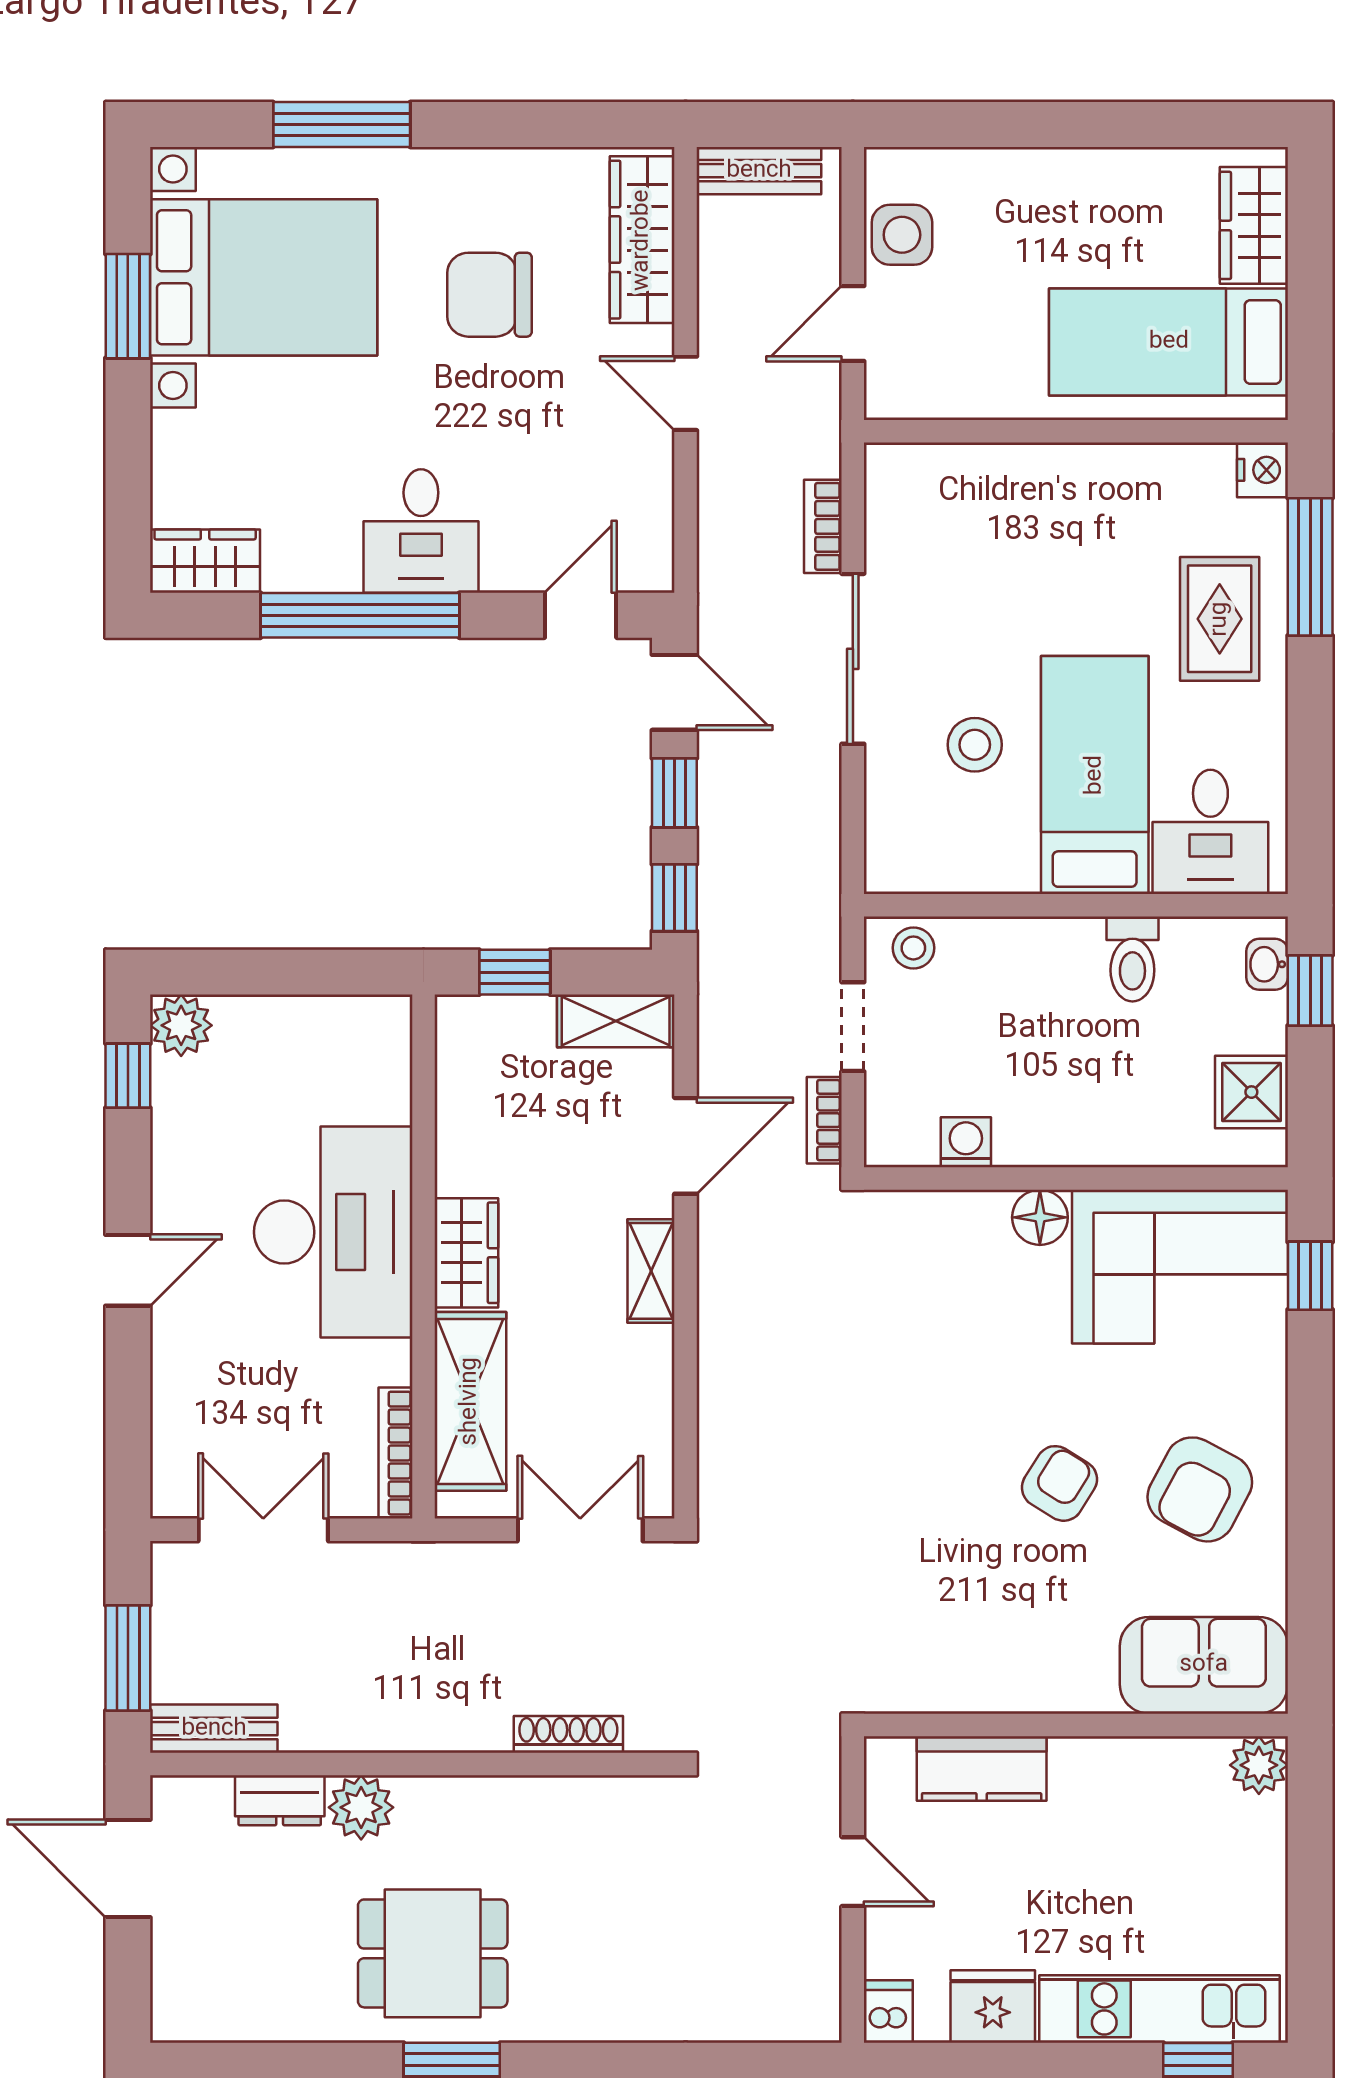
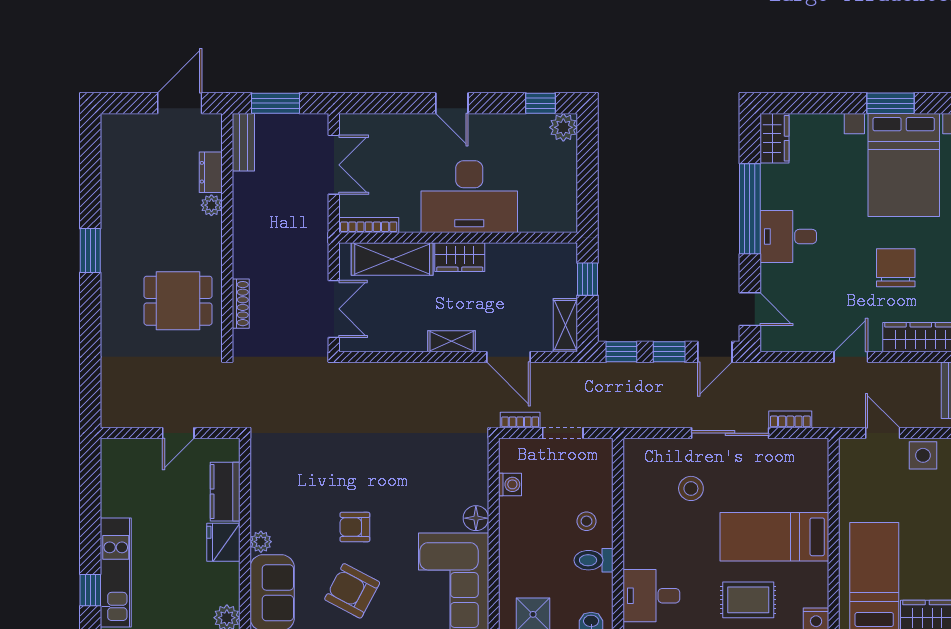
bed: (1095, 775) -> (774, 537), moved, turned 180
stool: (913, 948) -> (586, 521), moved
armchair: (1059, 1483) -> (355, 527), turned 148
plant: (1092, 1690) -> (261, 542), added
plant: (361, 1807) -> (211, 205), width x0.73, depth x0.73
dining table: (433, 1953) -> (178, 301), moved, turned 90
fridge: (993, 2007) -> (223, 542), moved, turned 180
dishwasher: (888, 2011) -> (115, 449), removed

